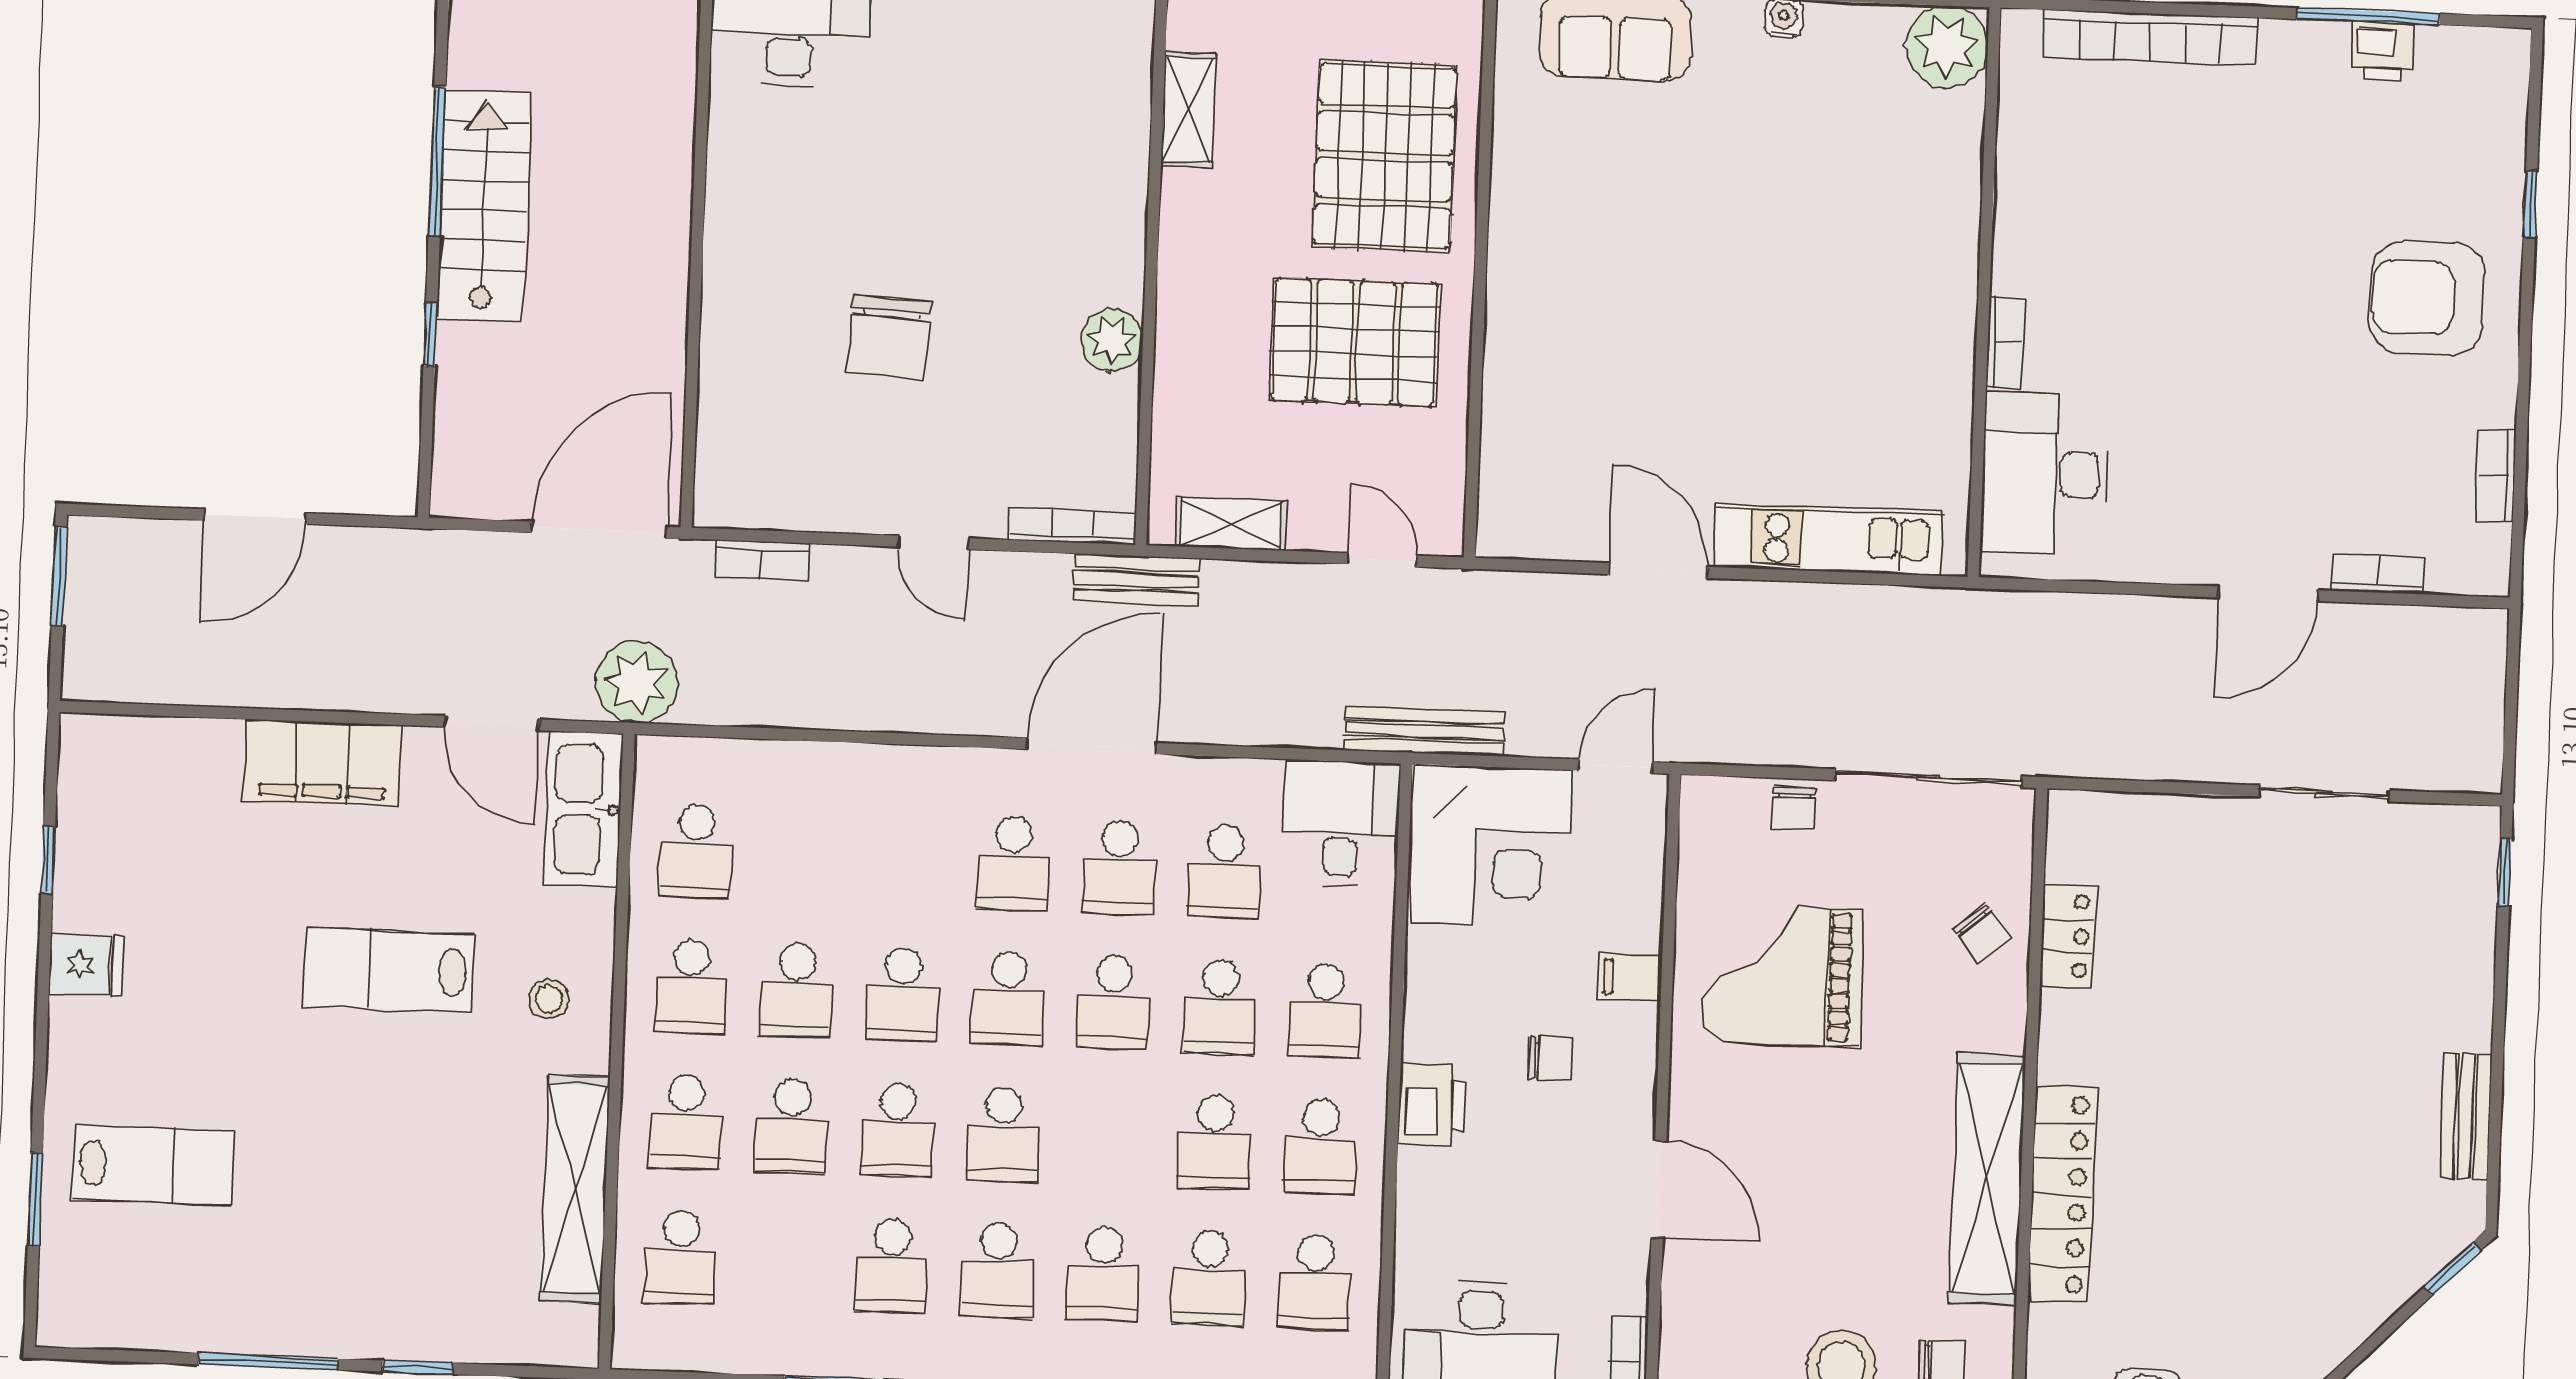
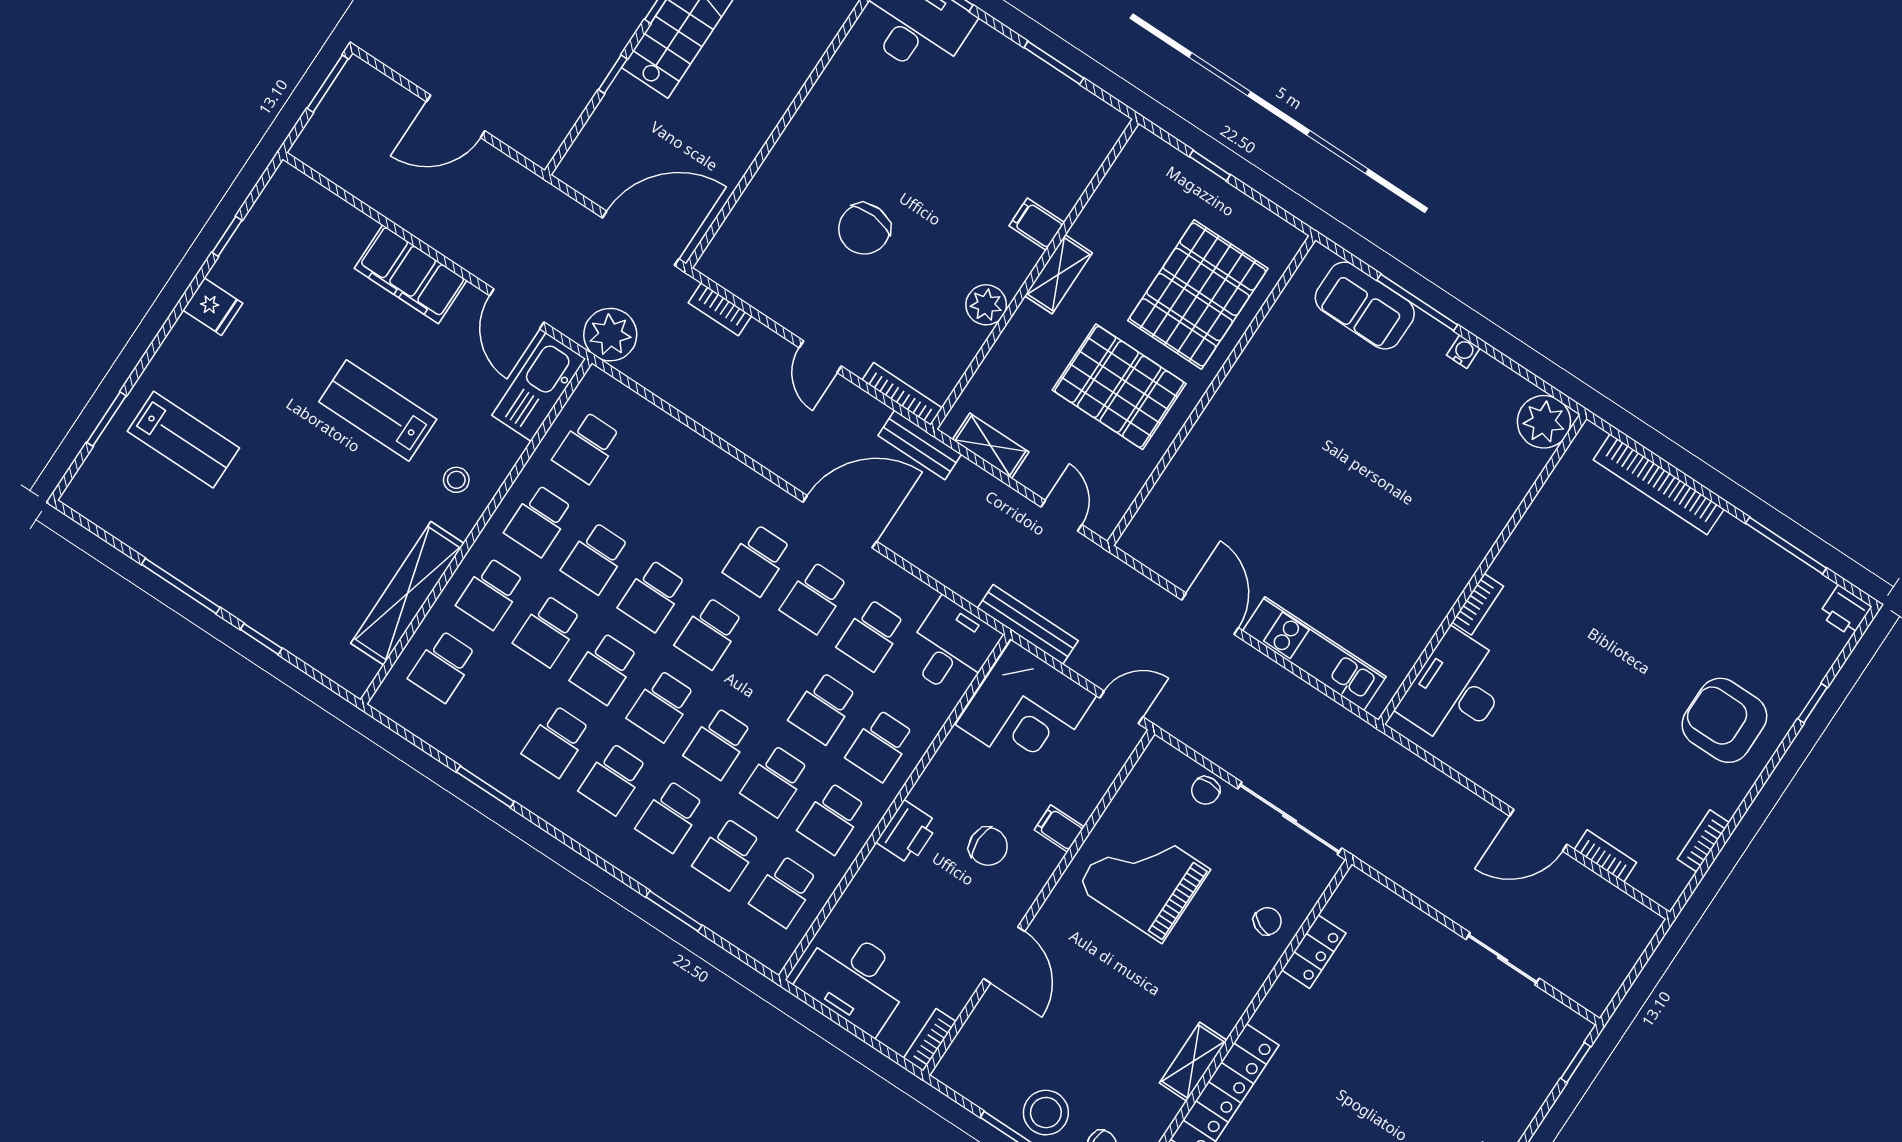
printer: (2382, 51) -> (1845, 611), moved
shelving: (1188, 110) -> (1059, 274), moved
filing cabinet: (1114, 192) -> (1037, 224), added
chair: (1981, 933) -> (1267, 921), turned -115
school desk: (1114, 1003) -> (718, 743), moved
chair: (1550, 1058) -> (988, 846), width x1.37, depth x1.37
shelving: (1987, 1179) -> (1193, 1062), width x0.45, depth x0.75

